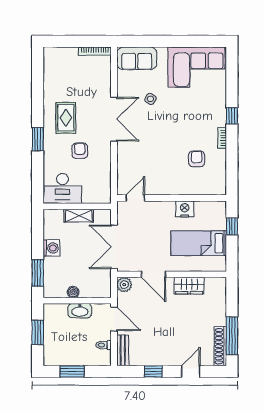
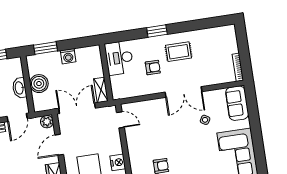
shelving: (79, 216) -> (101, 90), moved
boiler: (73, 292) -> (39, 84), width x1.86, depth x1.86

